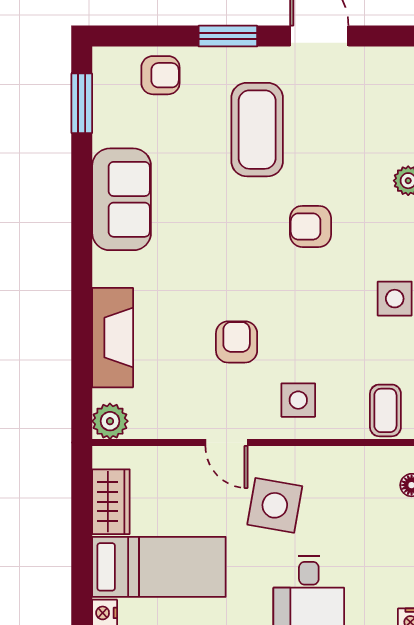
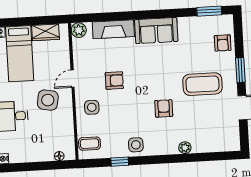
sofa: (122, 199) -> (156, 31), moved

